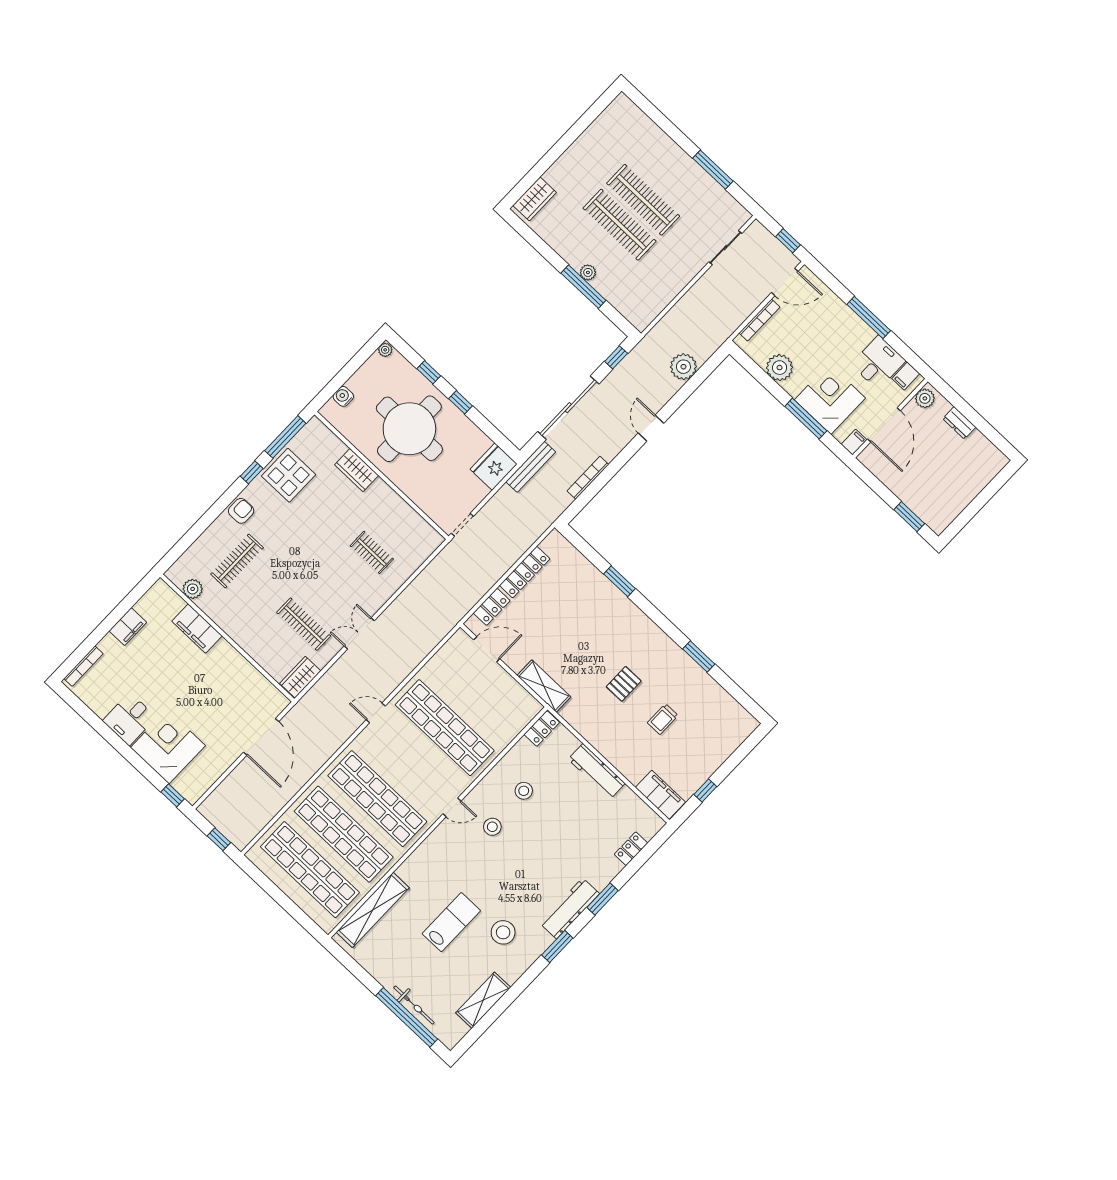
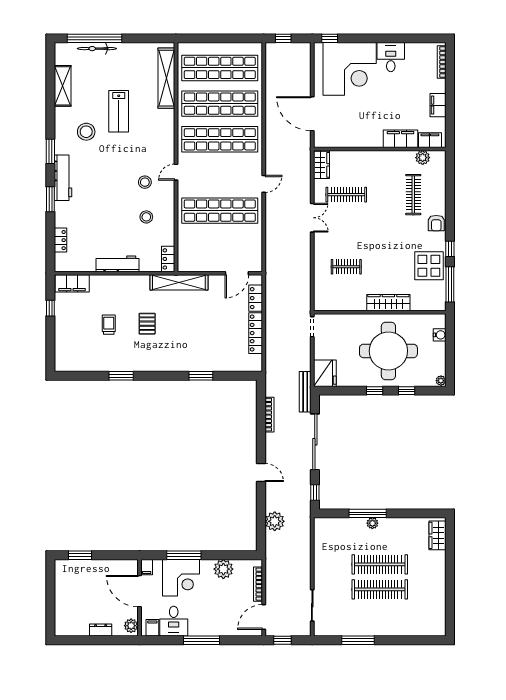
wardrobe: (357, 470) -> (388, 303), width x1.50
filing cabinet: (169, 599) -> (430, 140), added
shelving: (544, 686) -> (179, 282), width x1.47
corner desk: (168, 747) -> (350, 69), width x1.36, depth x1.36

